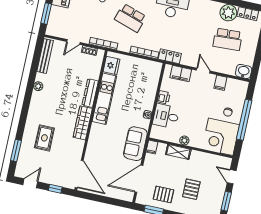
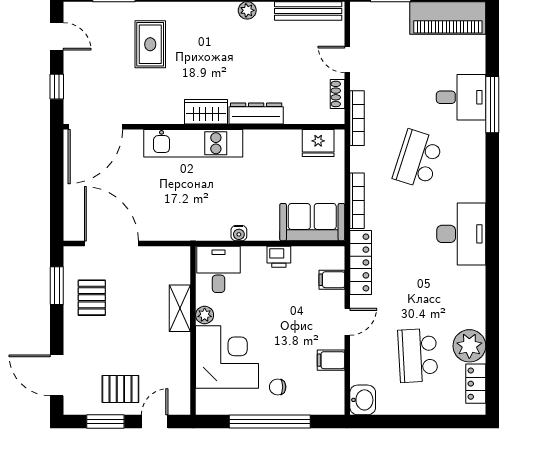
locker: (170, 56) -> (361, 262), width x1.53
filing cabinet: (181, 74) -> (332, 280), width x0.50
kitchen unit: (104, 99) -> (193, 143), moved
desk: (166, 116) -> (219, 269), moved
wardrobe: (83, 123) -> (206, 112), width x0.67
corner desk: (221, 137) -> (227, 357), moved, turned 90
rug: (44, 138) -> (150, 44), turned 90
sofa: (135, 144) -> (312, 222), moved
filing cabinet: (152, 147) -> (178, 255), removed
pallet: (191, 189) -> (120, 389), moved

